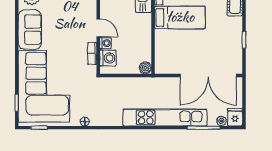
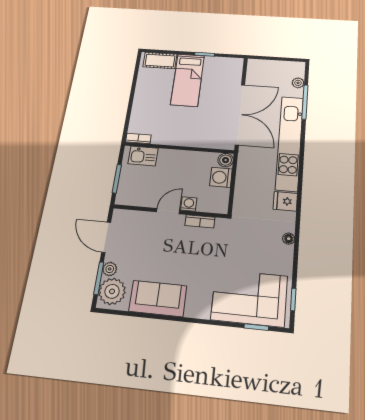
bed: (180, 17) -> (188, 80), moved, turned 180
washing machine: (108, 58) -> (221, 177), moved, turned -90
double door: (208, 75) -> (240, 114), moved
corner sofa: (44, 86) -> (249, 298), width x0.73, depth x0.74
fridge: (235, 117) -> (285, 201), moved

